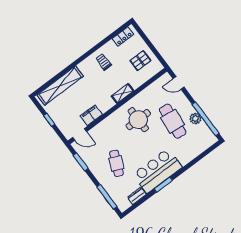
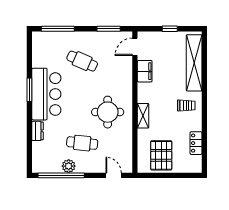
locker: (123, 37) -> (196, 143), moved
pallet: (140, 61) -> (161, 155), width x1.50, depth x1.42
trolley: (104, 62) -> (186, 105), moved
door: (179, 83) -> (114, 175), hinge flipped
cafe table: (173, 121) -> (82, 143), width x0.73, depth x0.74
dresser: (137, 196) -> (38, 131), moved

